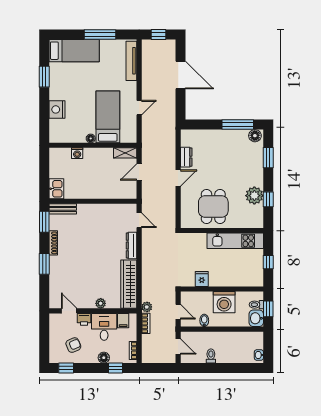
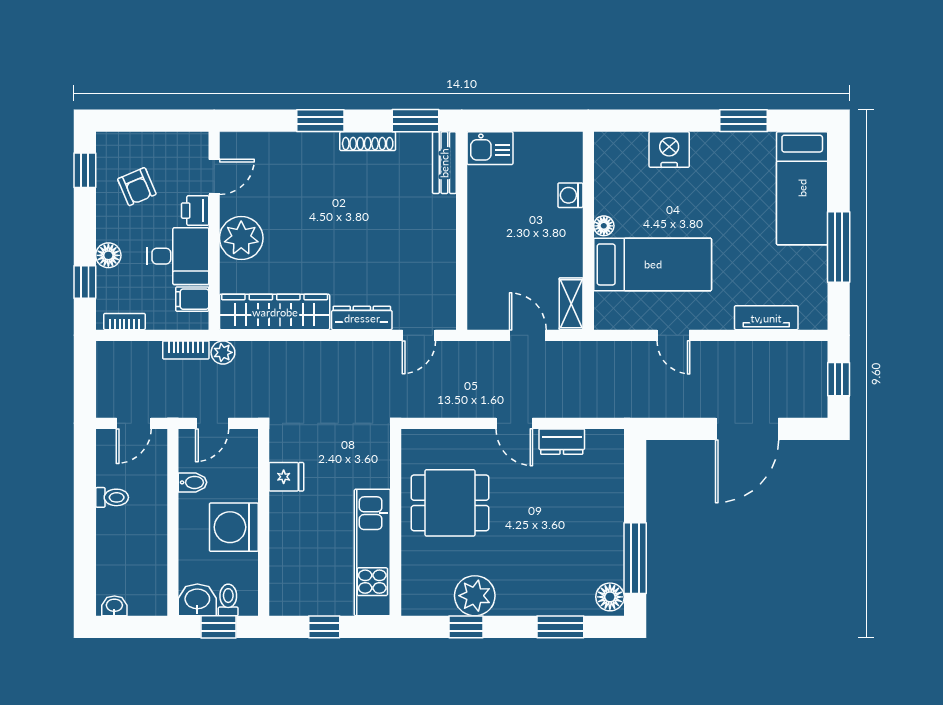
tv unit: (131, 61) -> (766, 318), width x0.71
plant: (101, 303) -> (241, 238), width x1.87, depth x1.87

